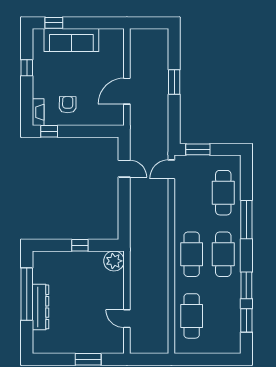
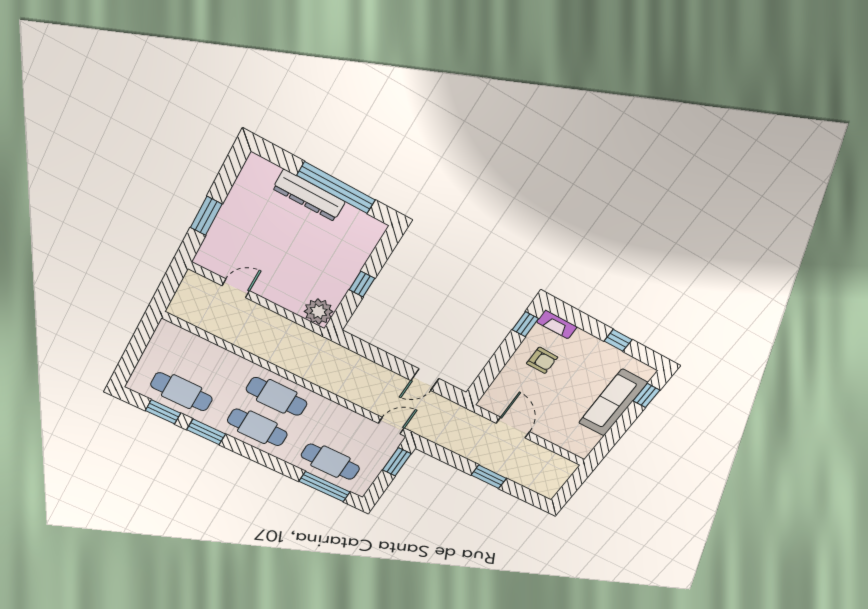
door: (171, 169) -> (391, 426), hinge flipped
window: (246, 220) -> (325, 487), moved
cafe table: (192, 316) -> (182, 392), moved

